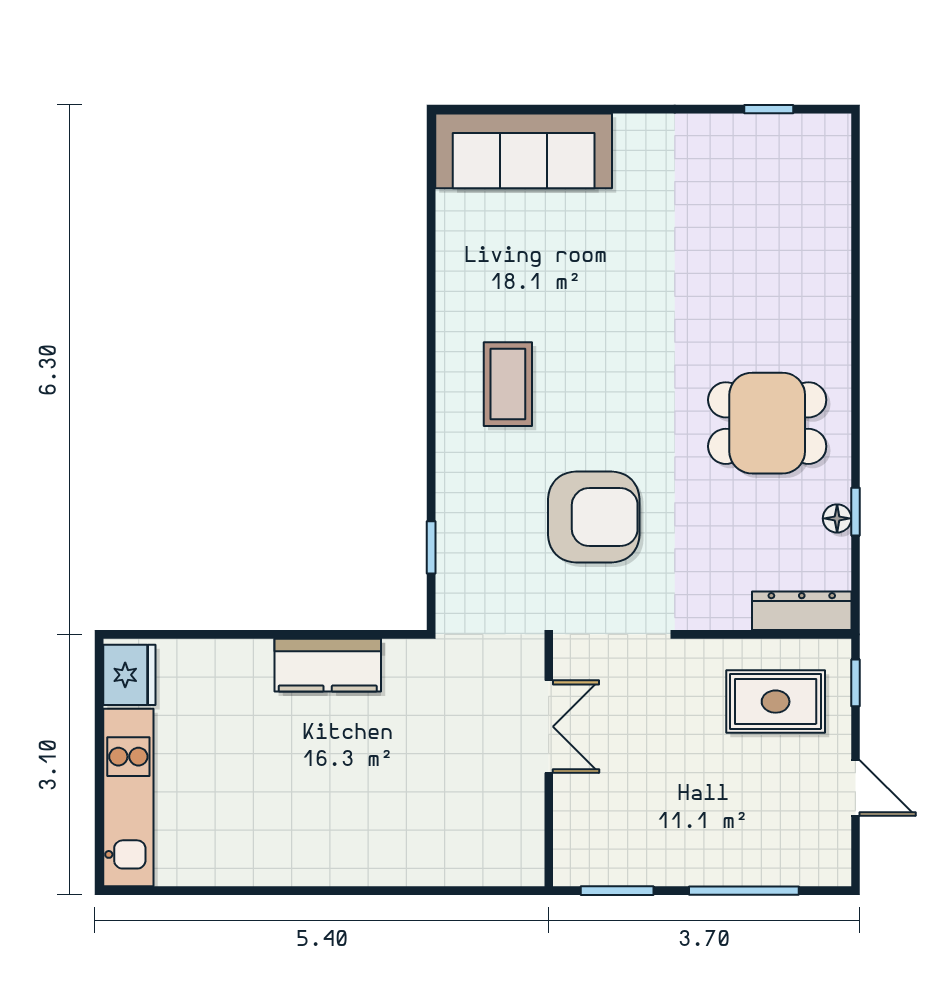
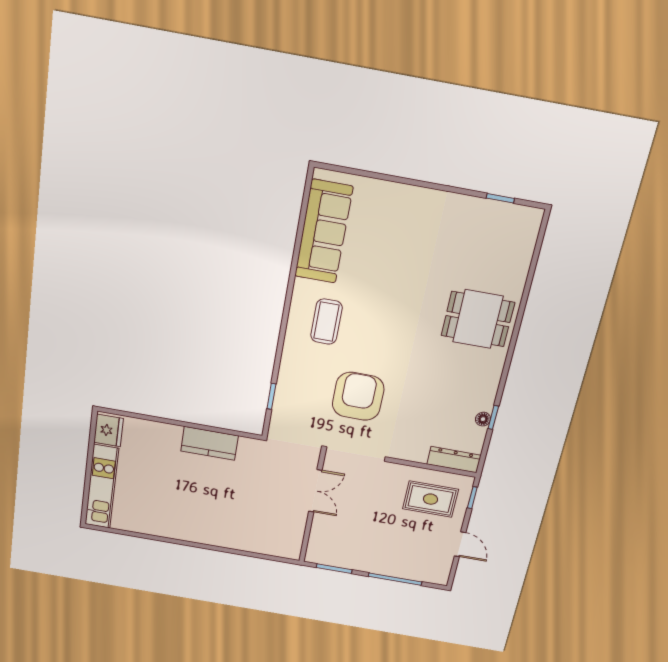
sofa: (524, 151) -> (324, 232), moved, turned -90
dining table: (767, 423) -> (478, 319), moved
armchair: (594, 517) -> (358, 396), turned -90

